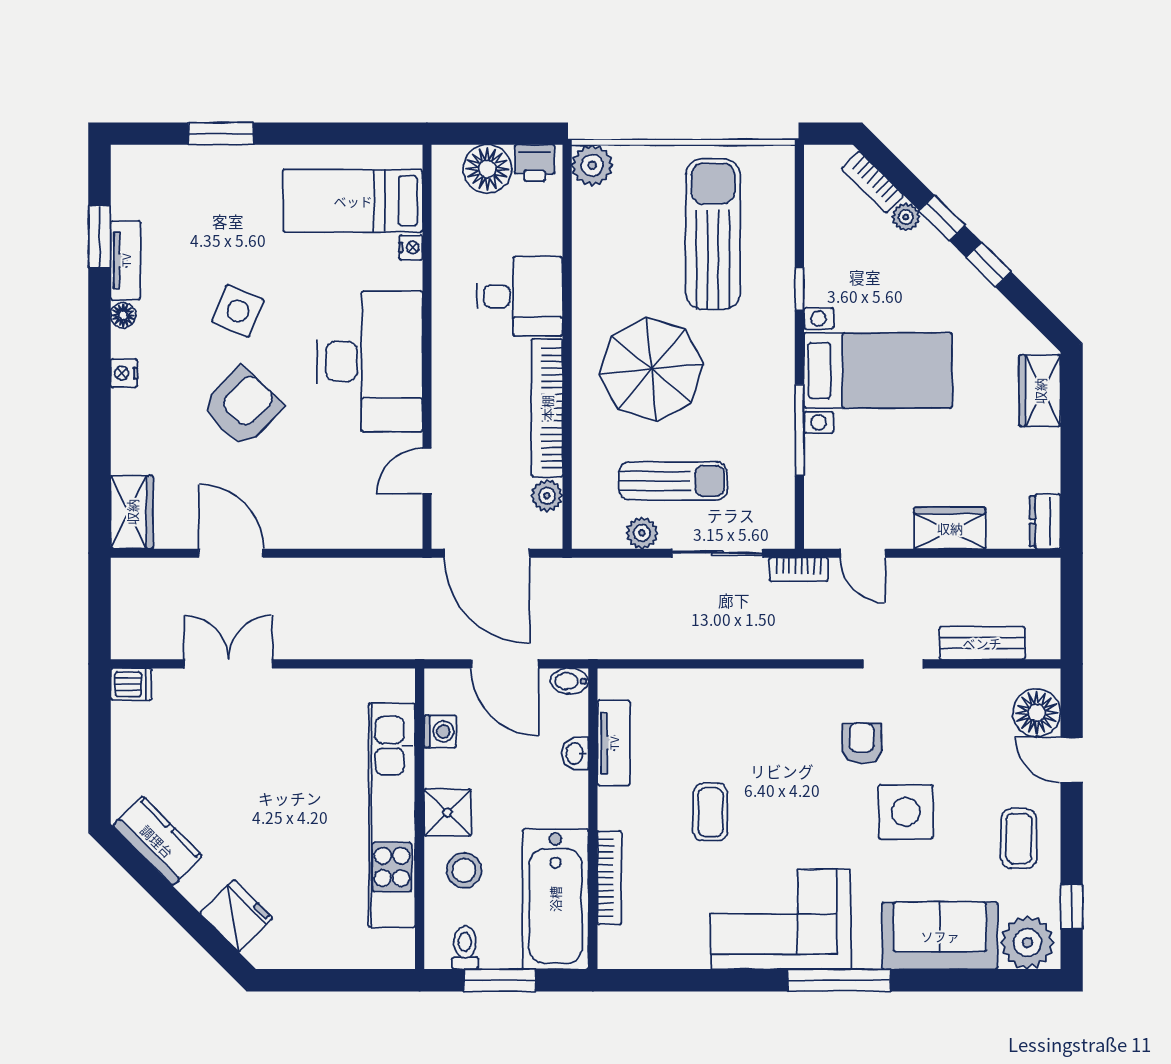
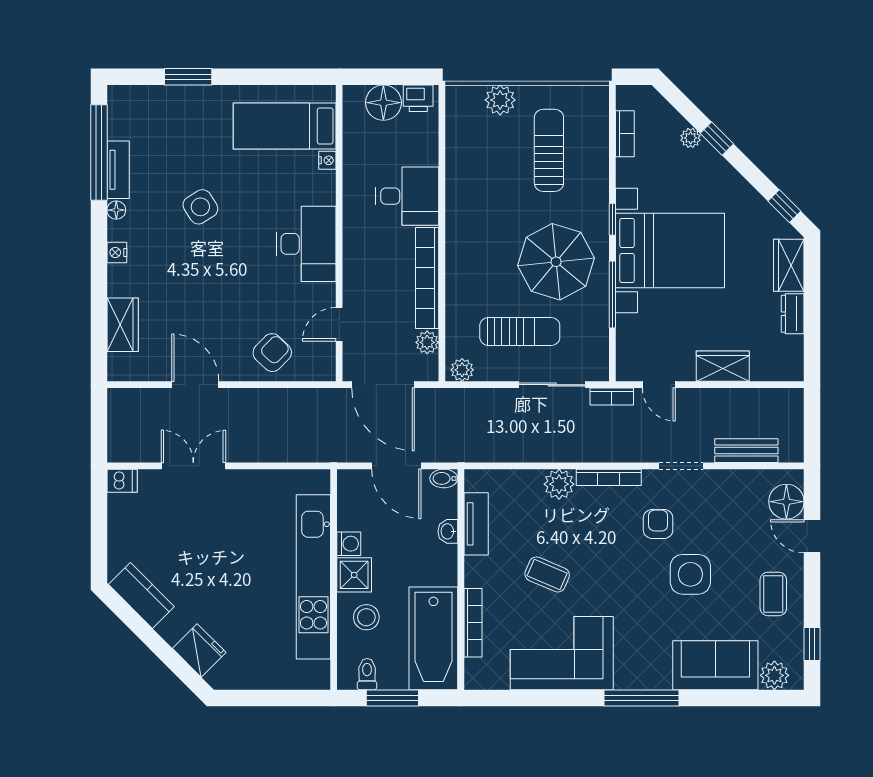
plant: (592, 165) -> (500, 100), moved
bookcase: (873, 182) -> (625, 134), moved, turned -135
sun lounger: (713, 234) -> (549, 150), width x0.73, depth x0.75
window: (99, 237) -> (99, 152), width x2.11
window: (989, 265) -> (784, 206), moved
window: (799, 289) -> (612, 219), moved
side table: (238, 311) -> (200, 207), turned 35
desk: (370, 361) -> (306, 244), width x0.73, depth x0.77
parasol: (651, 369) -> (556, 262), moved
bed with nightstands: (878, 370) -> (670, 251), width x1.36
armchair: (242, 407) -> (272, 353), moved, width x0.72, depth x0.72
wardrobe: (132, 512) -> (123, 325), moved
dresser: (1045, 521) -> (793, 314), moved
plant: (642, 533) -> (462, 370), moved
bookcase: (794, 680) -> (609, 477), added
plant: (727, 689) -> (559, 484), added
washing machine: (440, 732) -> (349, 544), moved
coffee table: (710, 812) -> (547, 574), turned -67
corner sofa: (781, 919) -> (562, 653), moved
plant: (1027, 942) -> (774, 675), width x0.73, depth x0.73

